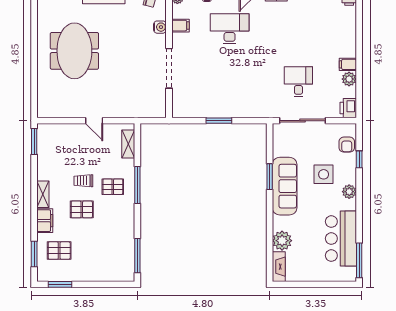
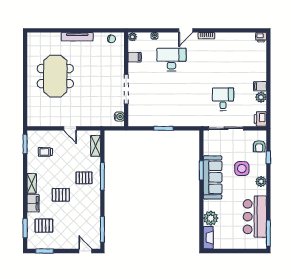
water cooler: (160, 27) -> (119, 117), moved
trolley: (83, 181) -> (45, 152), moved
door: (115, 284) -> (85, 251), added

